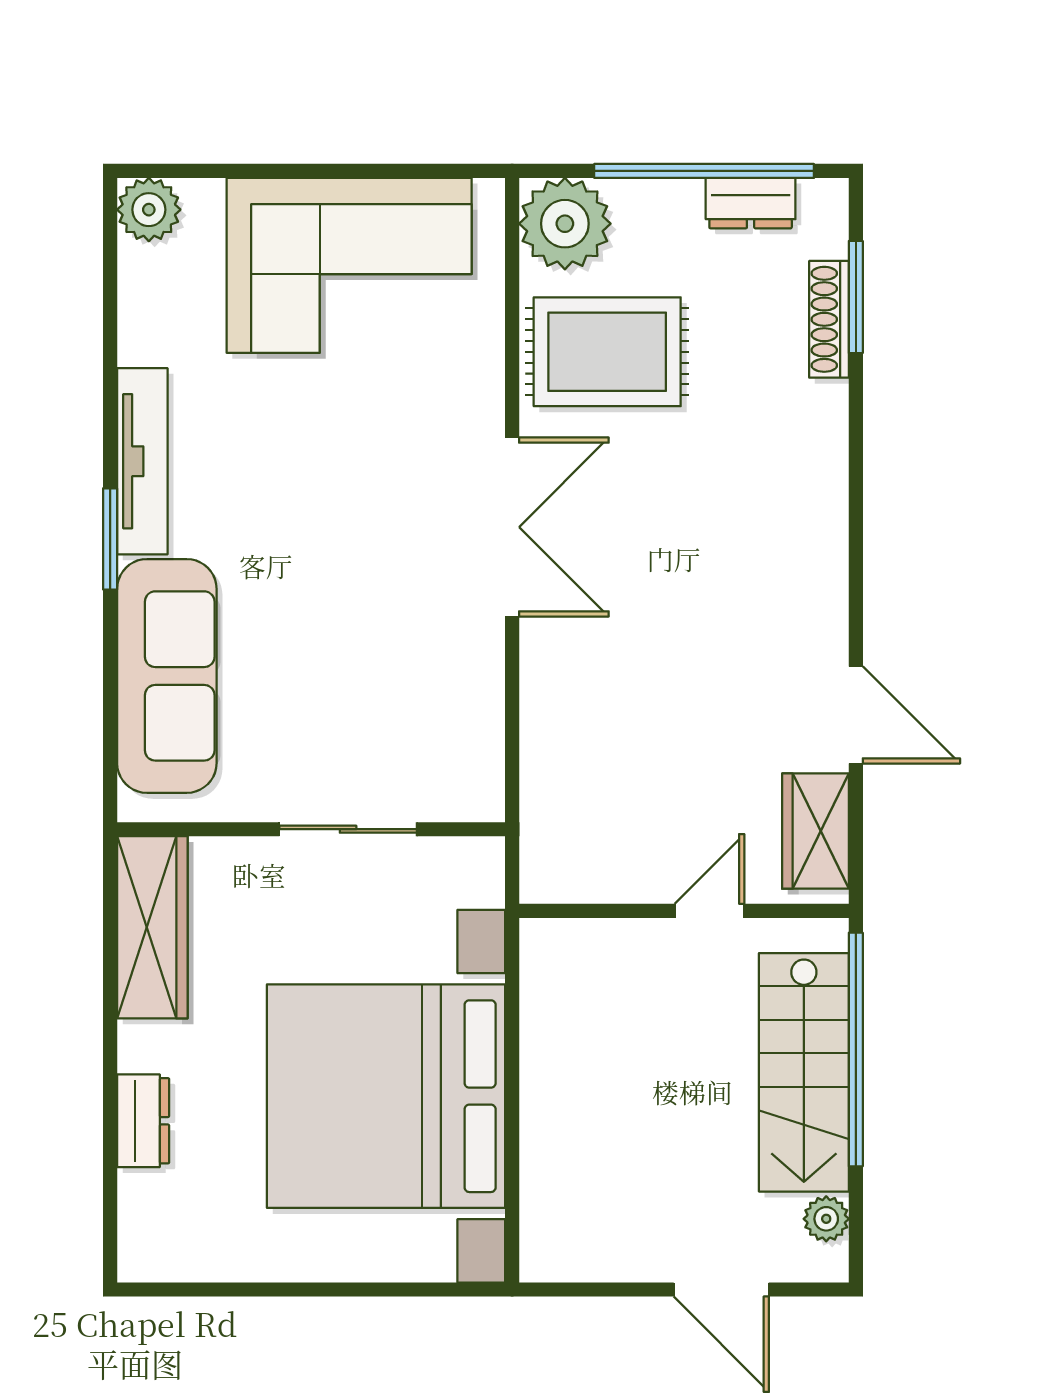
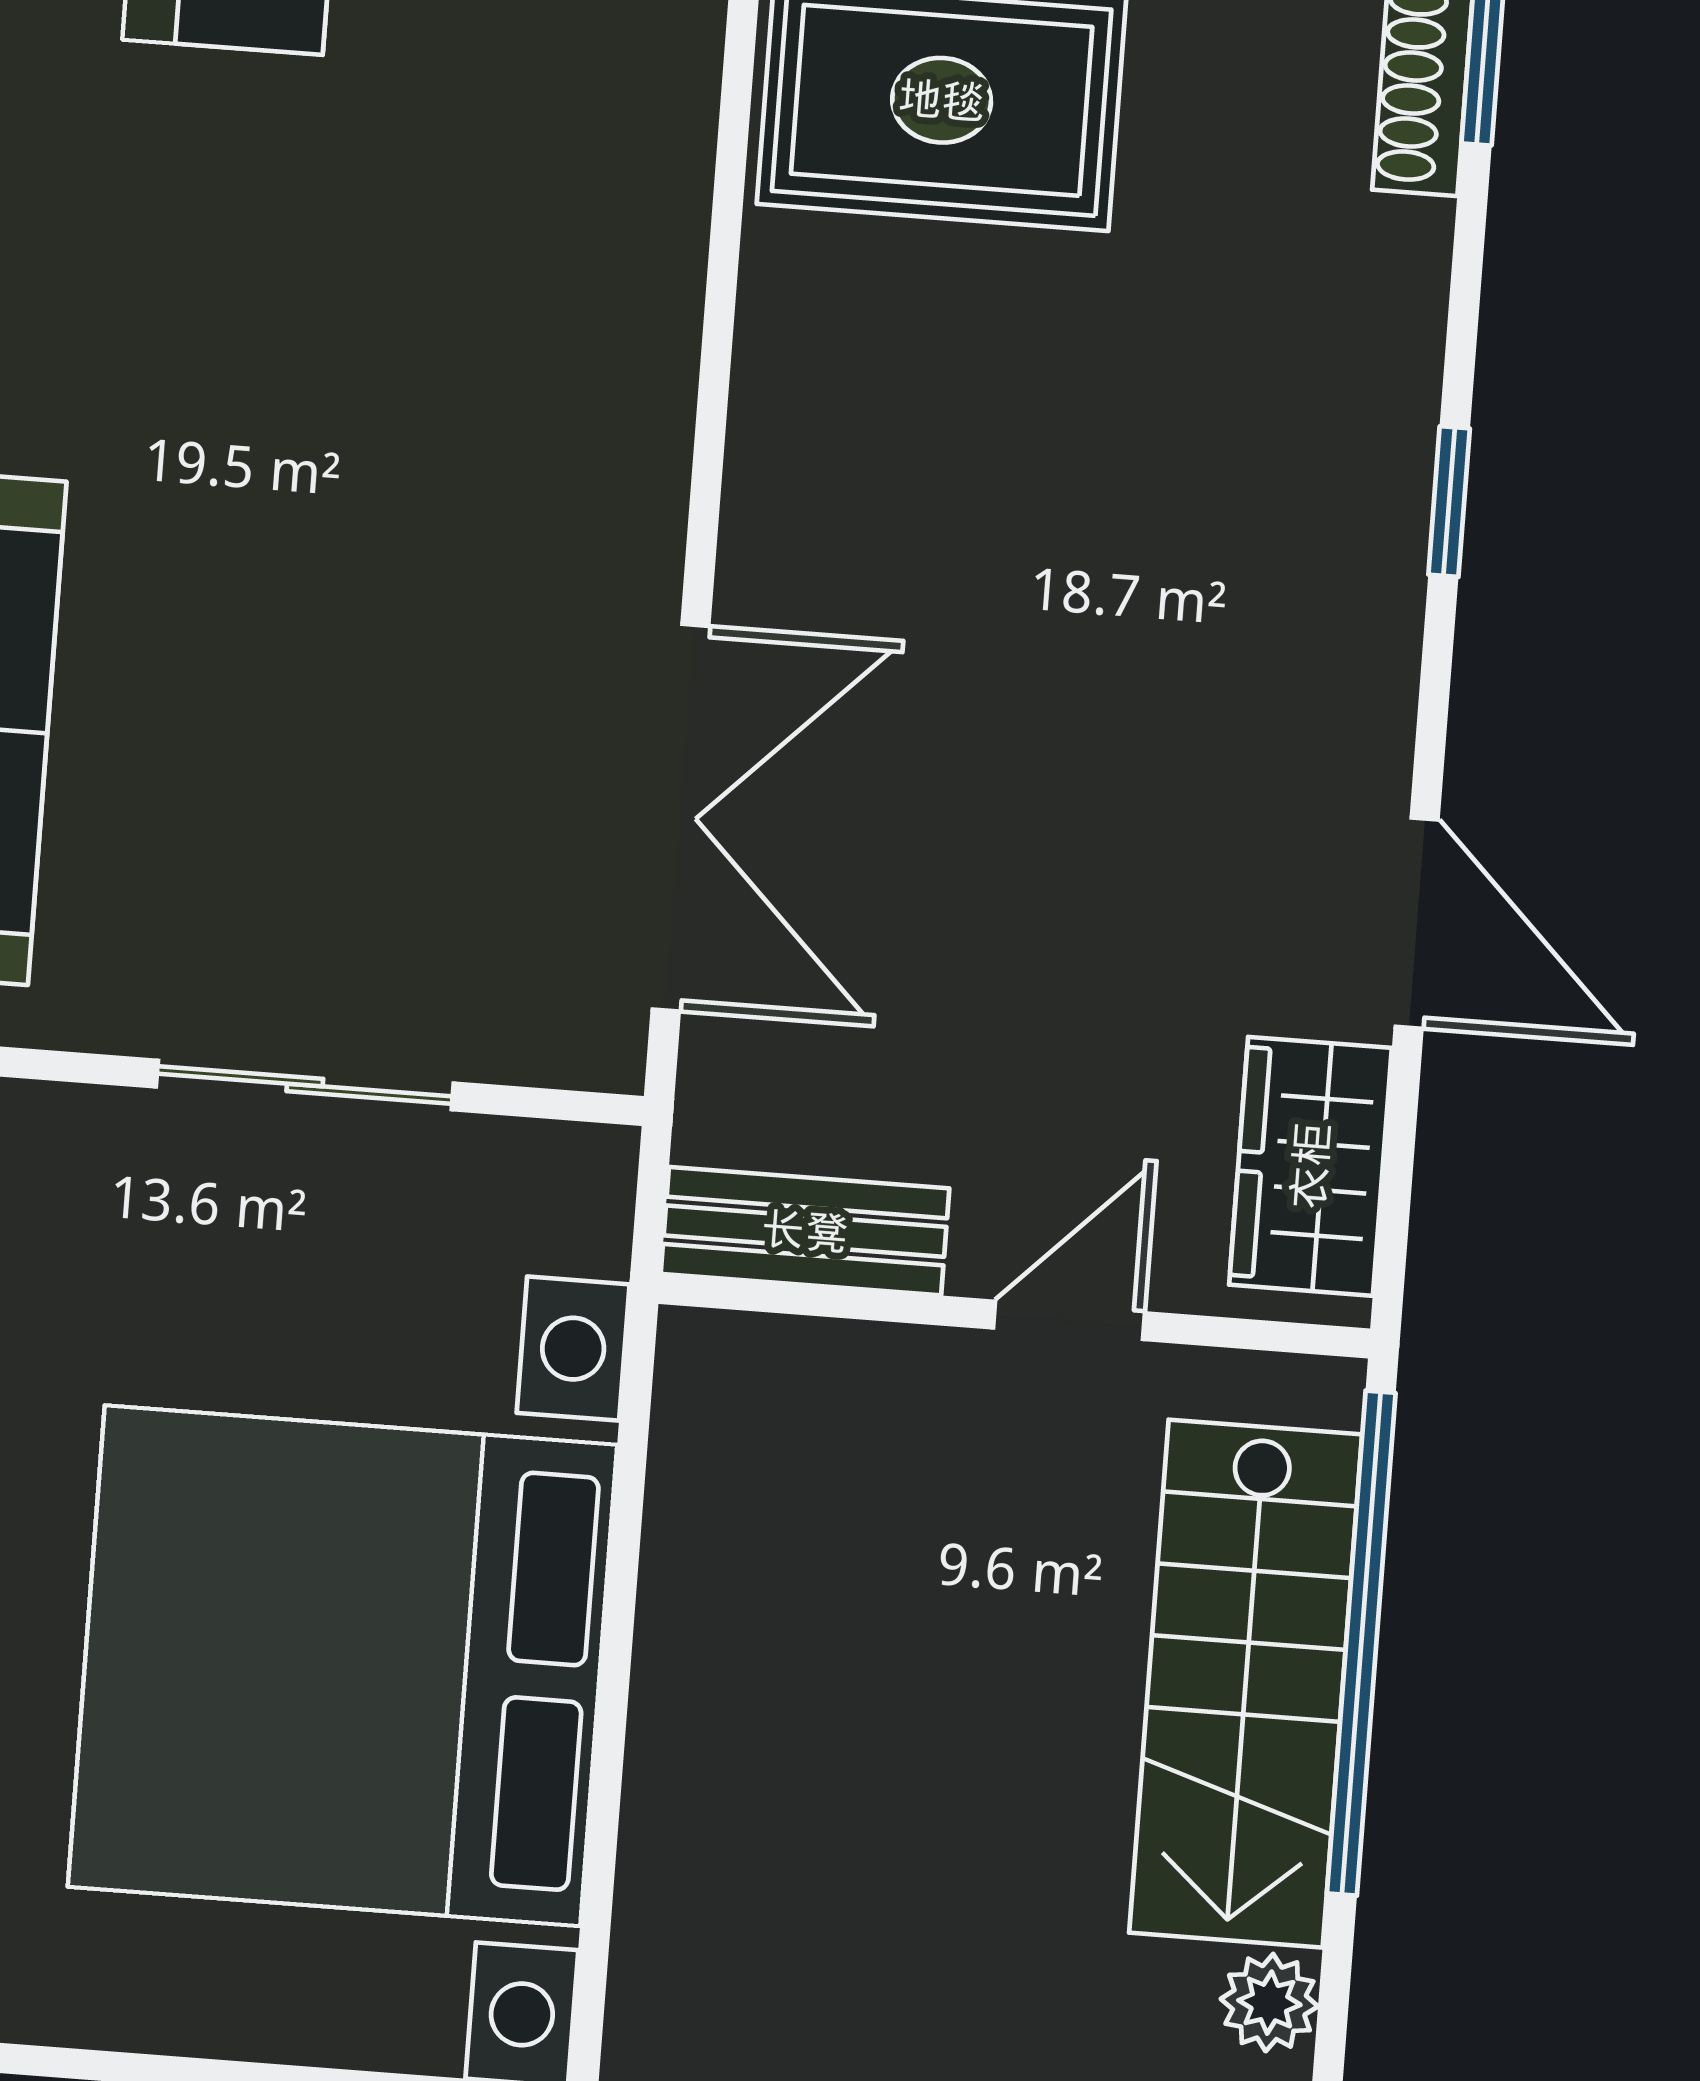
window: (856, 519) -> (1449, 502), added
double door: (512, 527) -> (681, 818), moved
bench: (584, 879) -> (805, 1231), added

